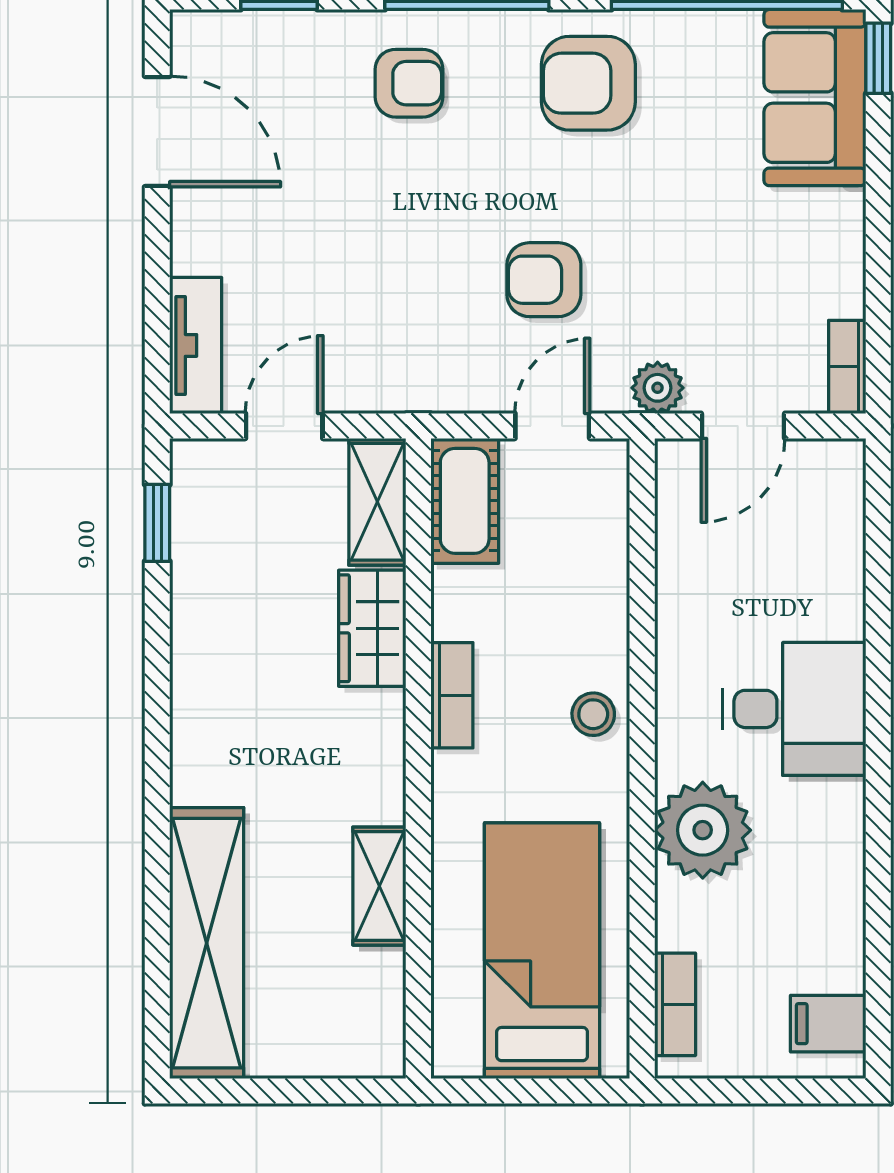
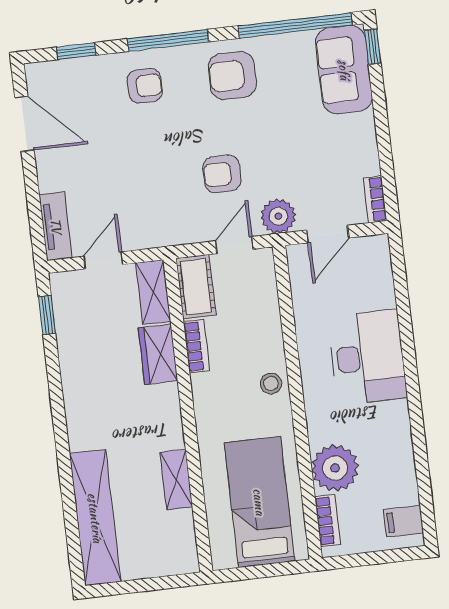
plant: (658, 388) -> (278, 216), width x1.38, depth x1.38
bookcase: (452, 695) -> (196, 346), moved
desk: (794, 709) -> (367, 357), width x1.37
plant: (703, 830) -> (335, 468), moved

